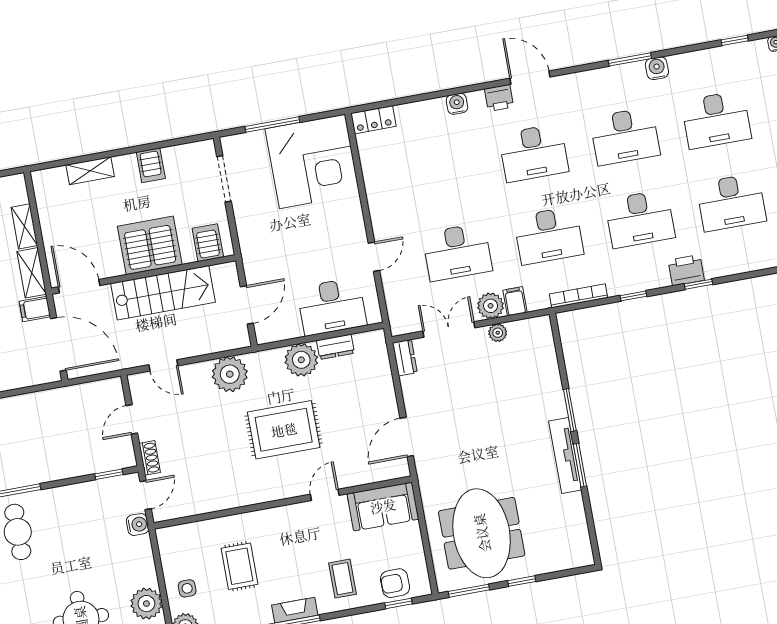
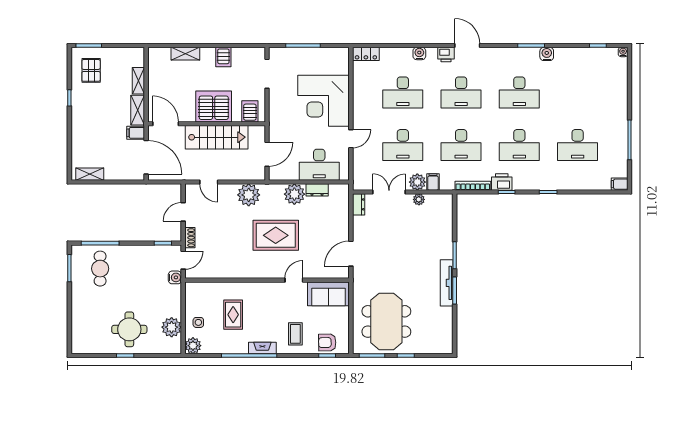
desk: (716, 120) -> (403, 92), moved
corner desk: (312, 161) -> (324, 101), moved, turned 90
printer: (686, 270) -> (502, 182), moved

